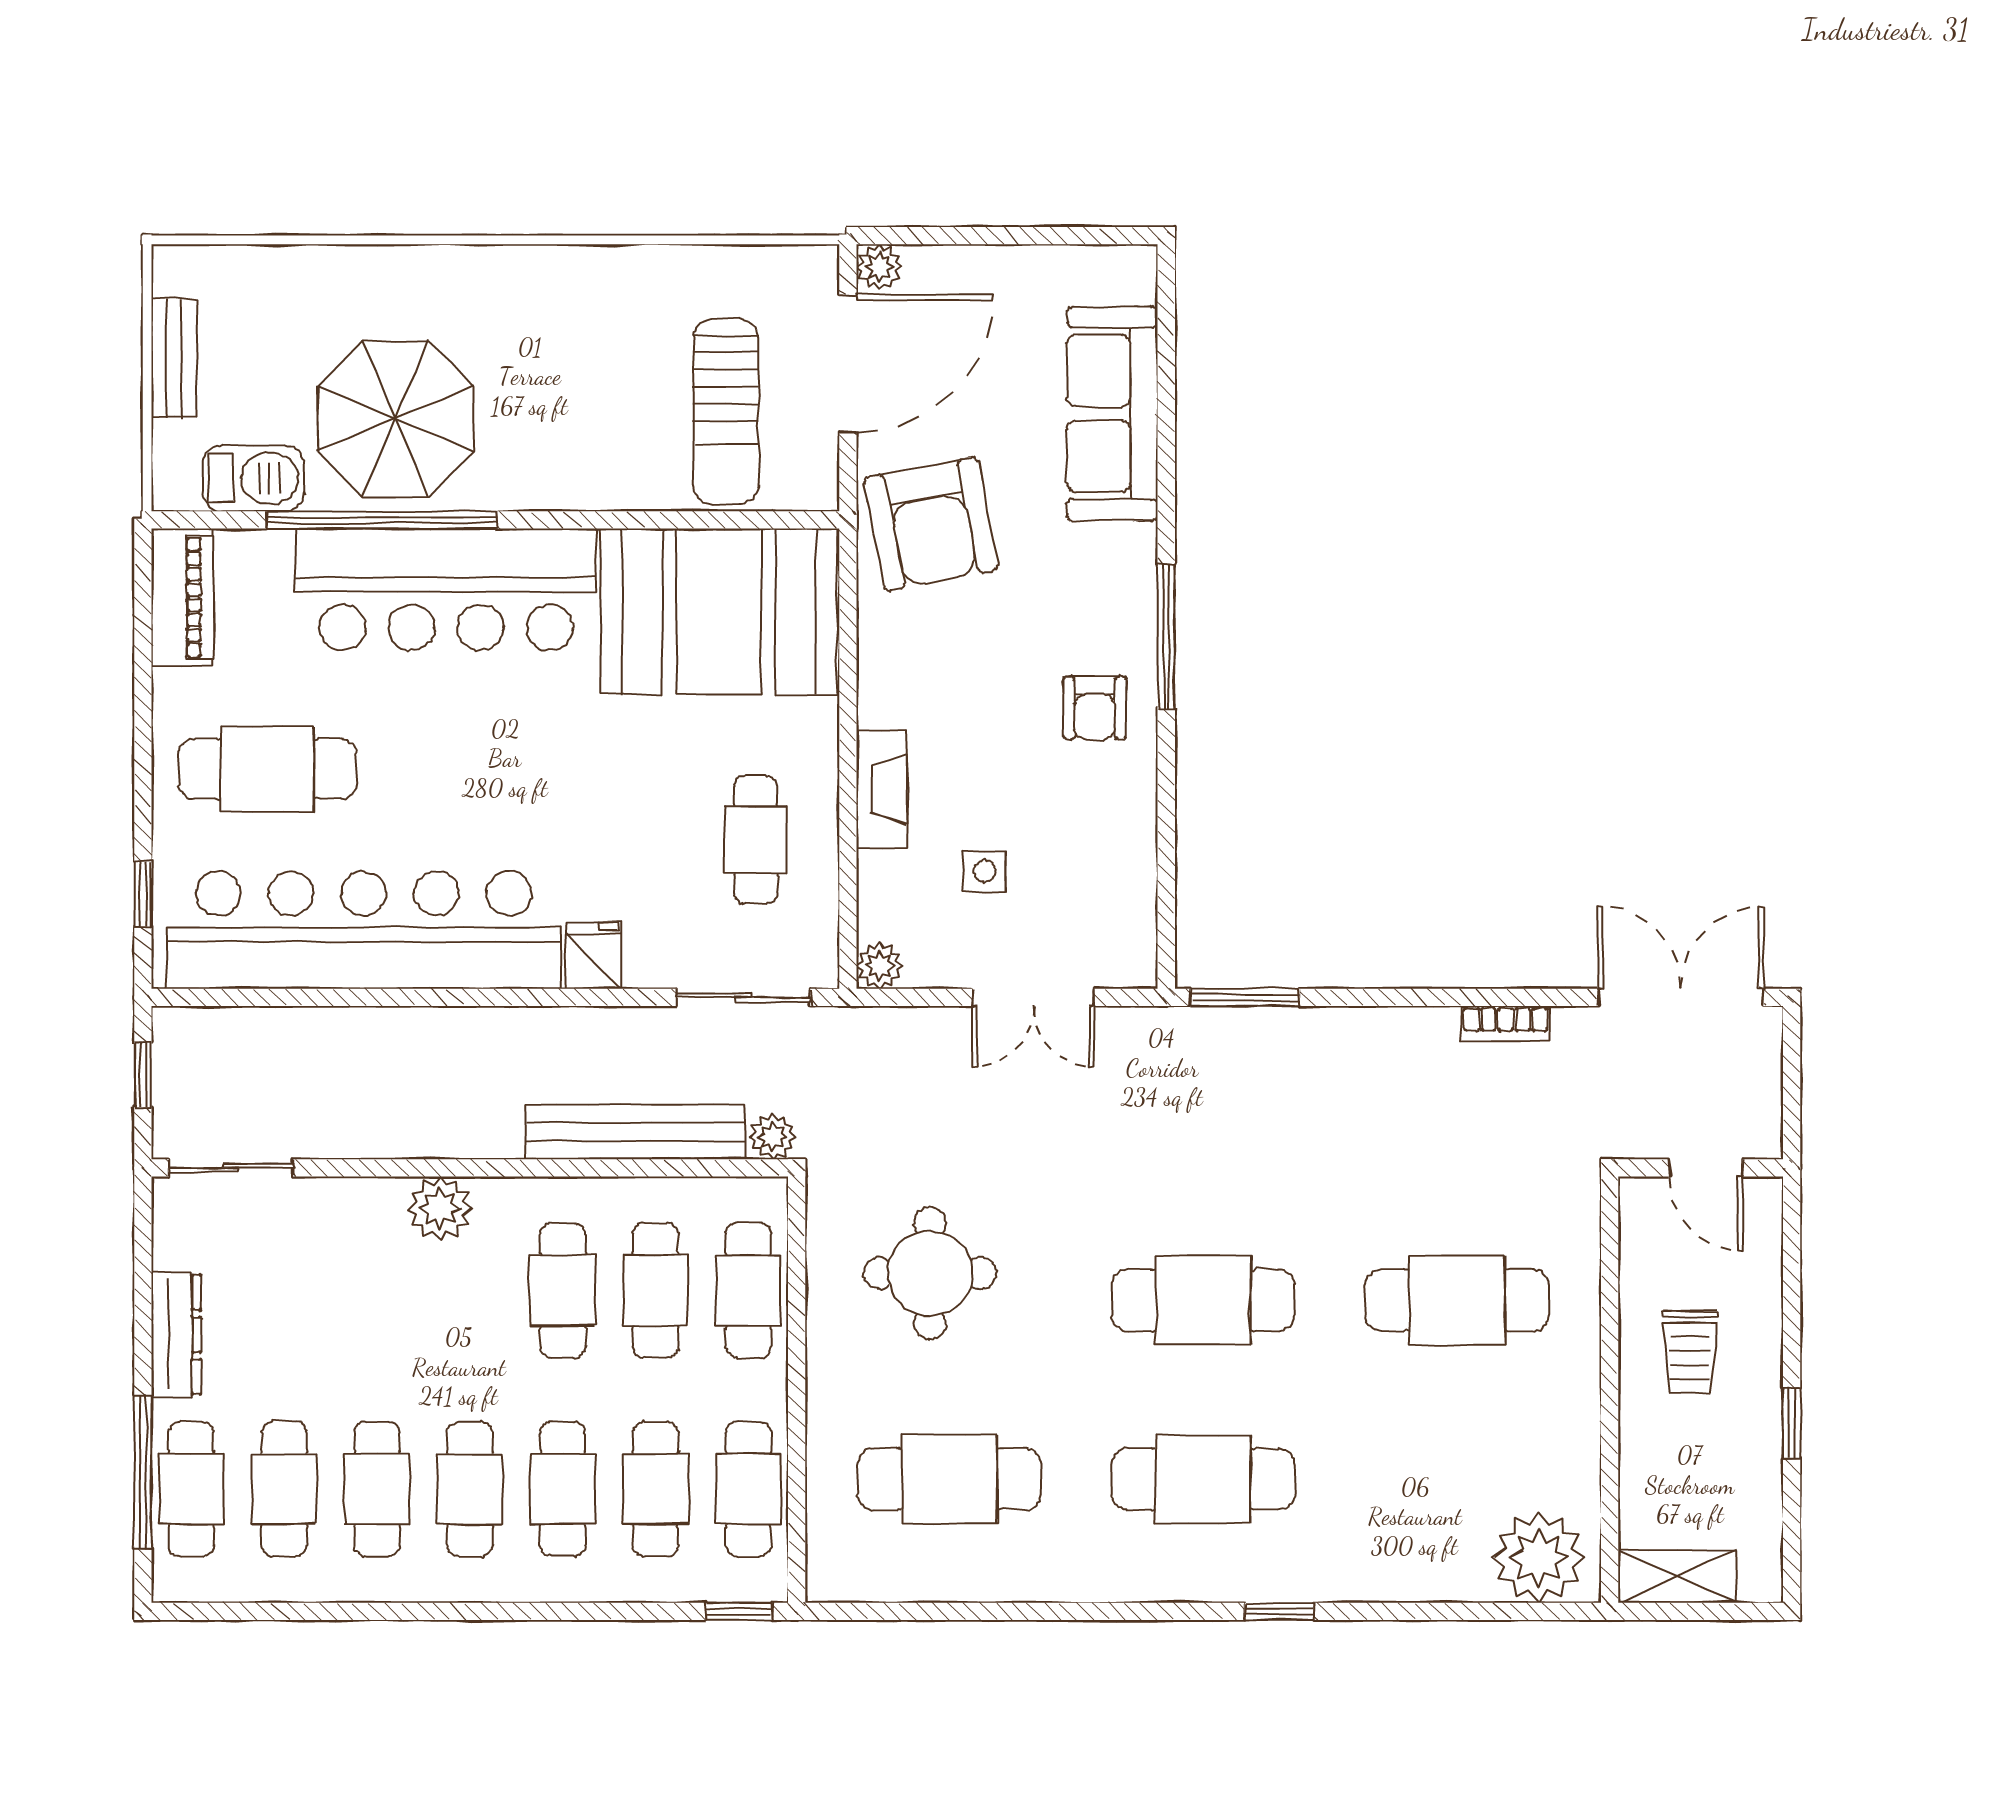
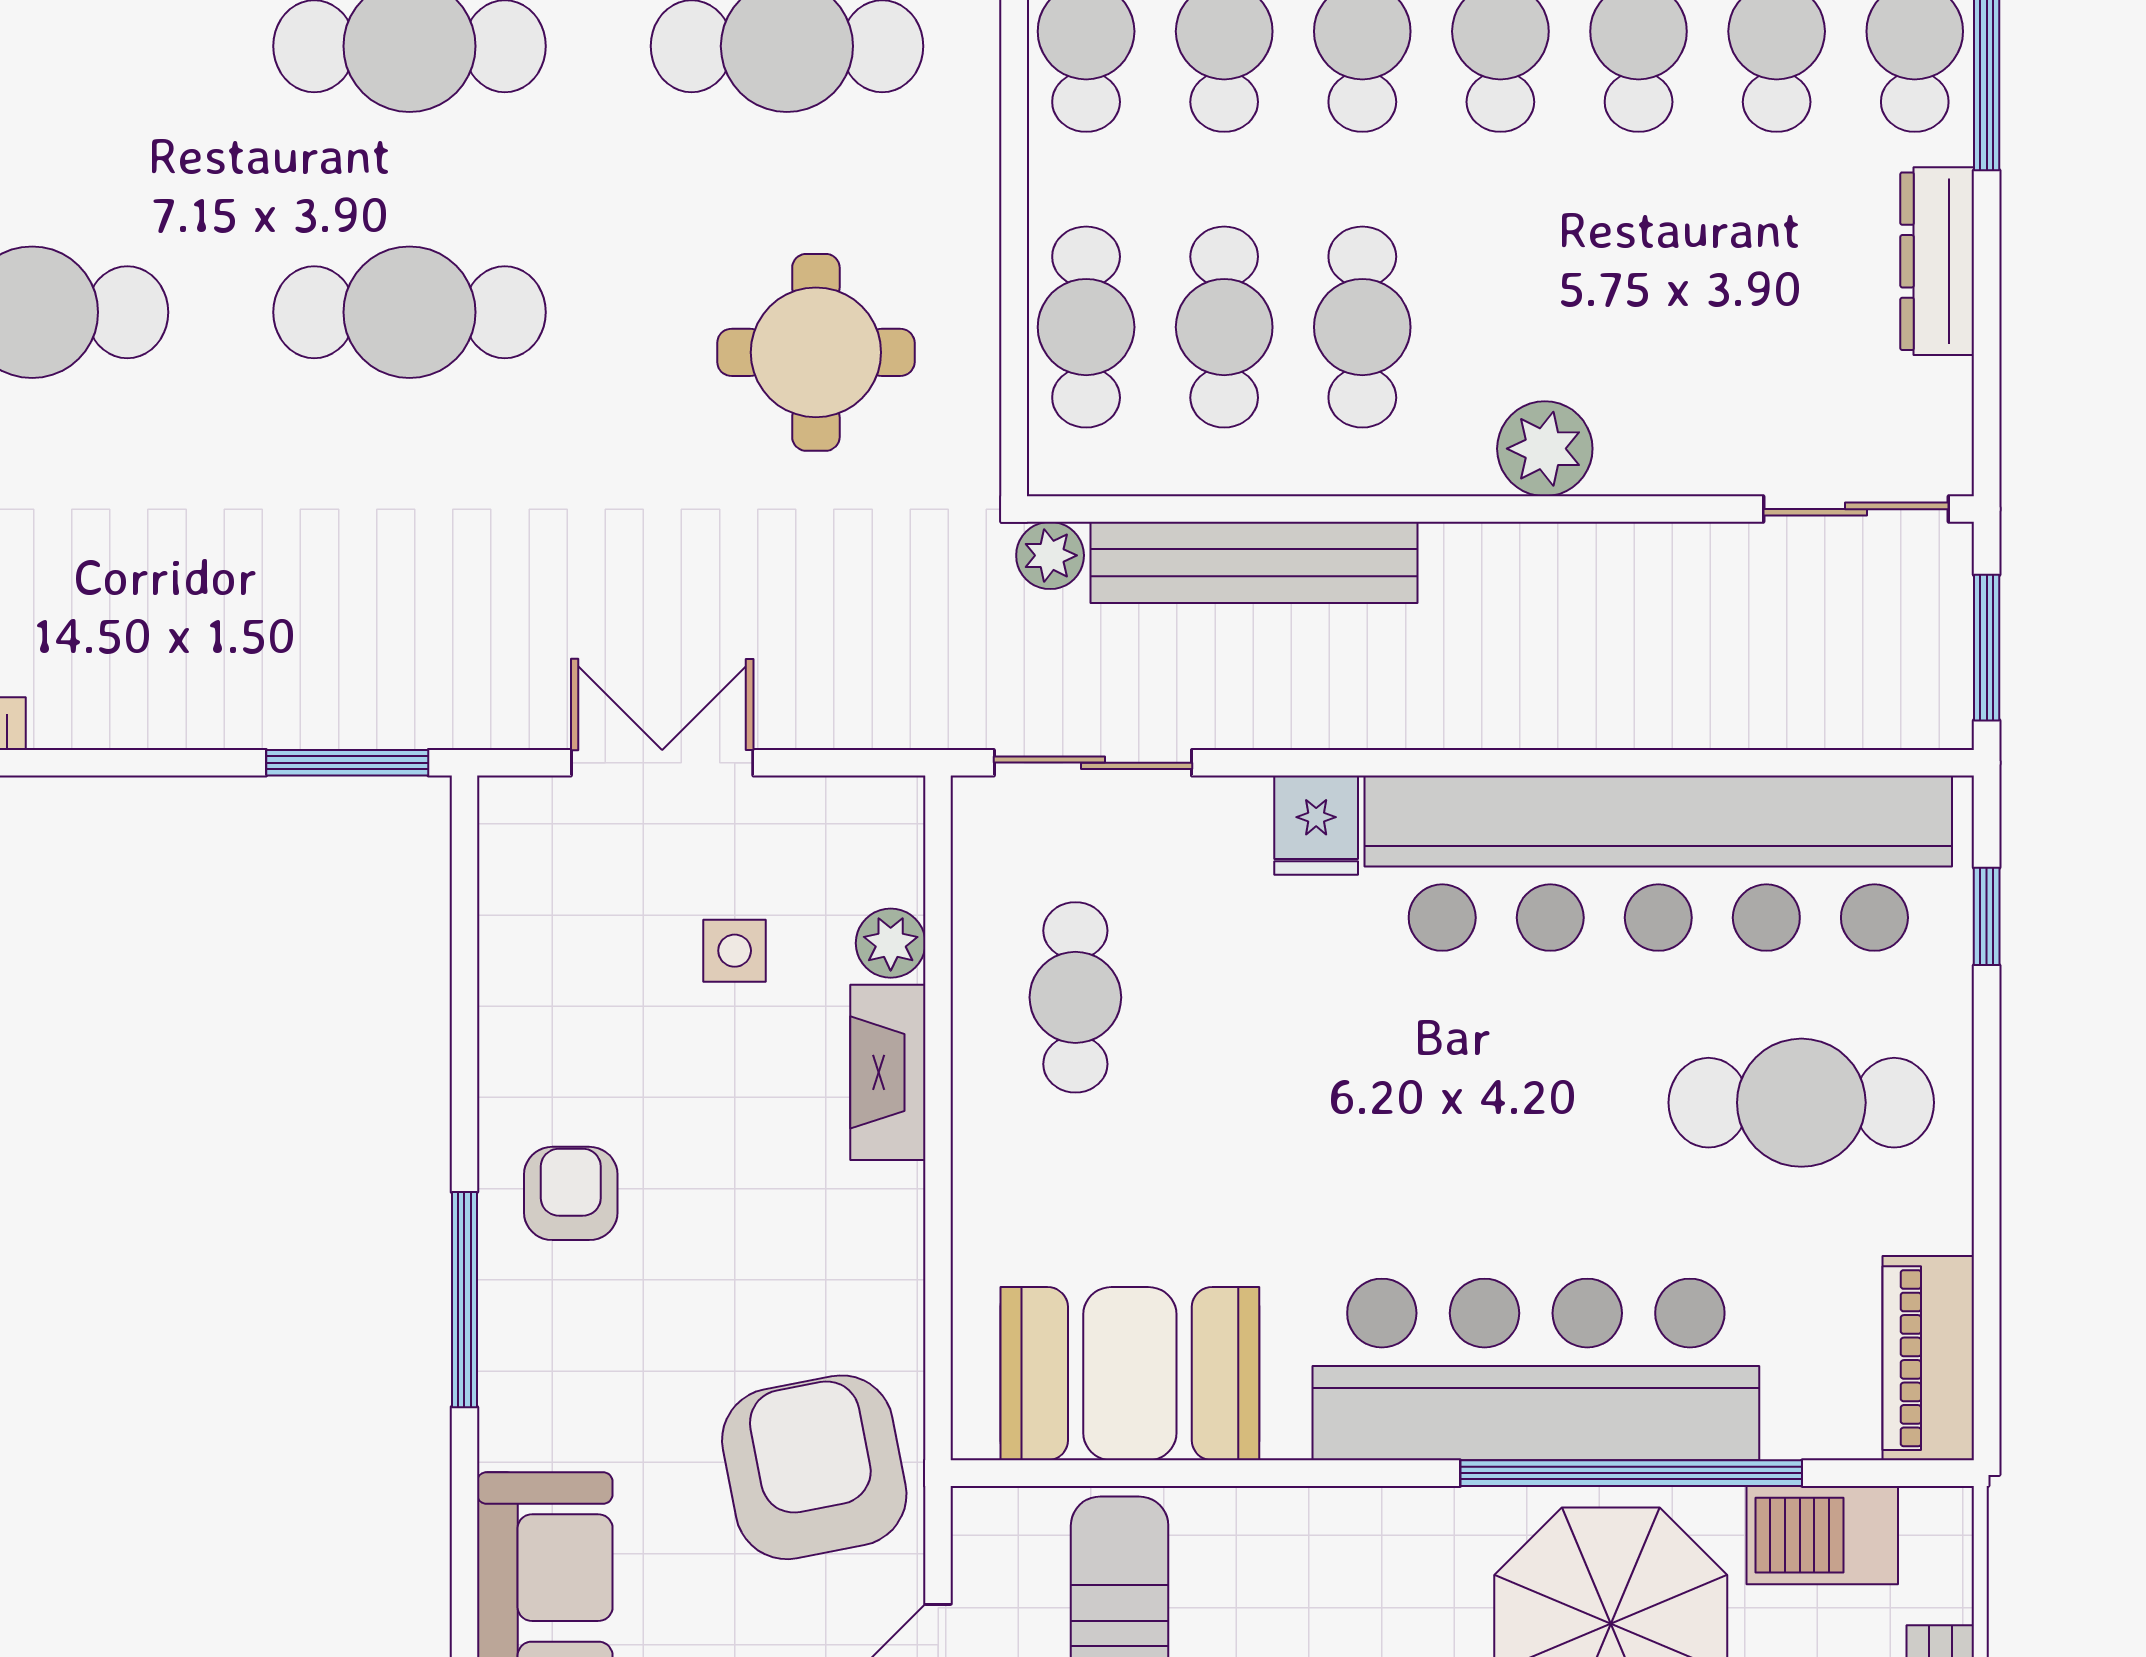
booth: (719, 611) -> (1130, 1374), width x0.73, depth x0.70
plant: (880, 966) -> (891, 943), moved
window: (143, 1075) -> (1987, 648), width x1.50

